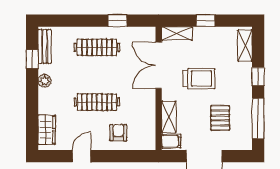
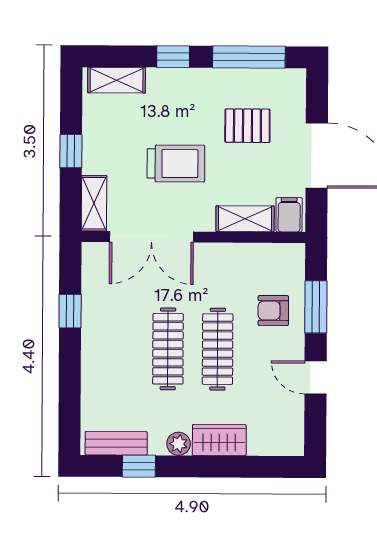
clothes rail: (97, 47) -> (168, 349), moved
trolley: (199, 79) -> (176, 163), turned 90
wardrobe: (47, 130) -> (219, 440), moved
window: (121, 156) -> (316, 307), added

